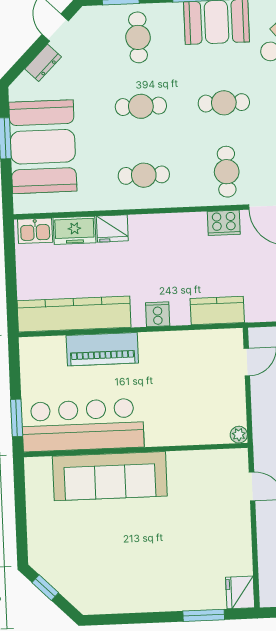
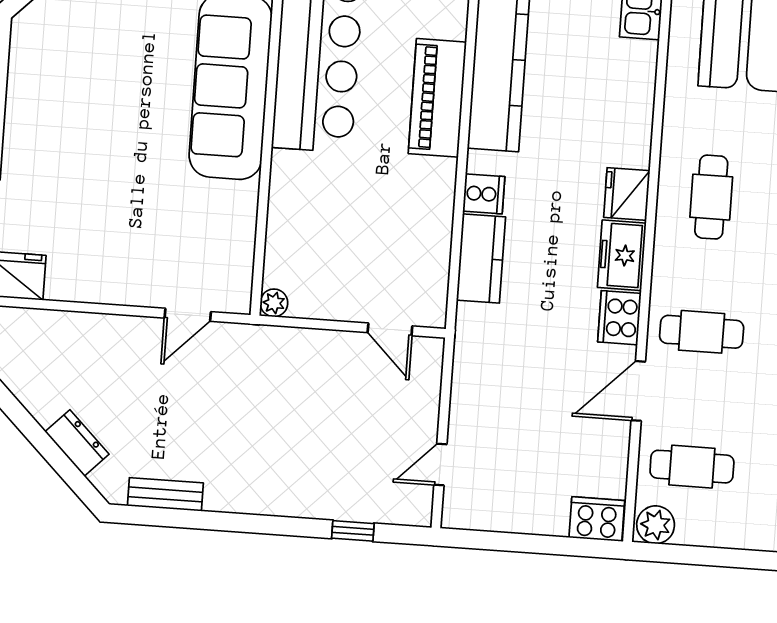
fridge: (112, 228) -> (627, 194), moved
freezer: (75, 230) -> (622, 255), moved
kitchen counter: (217, 311) -> (481, 259), moved

